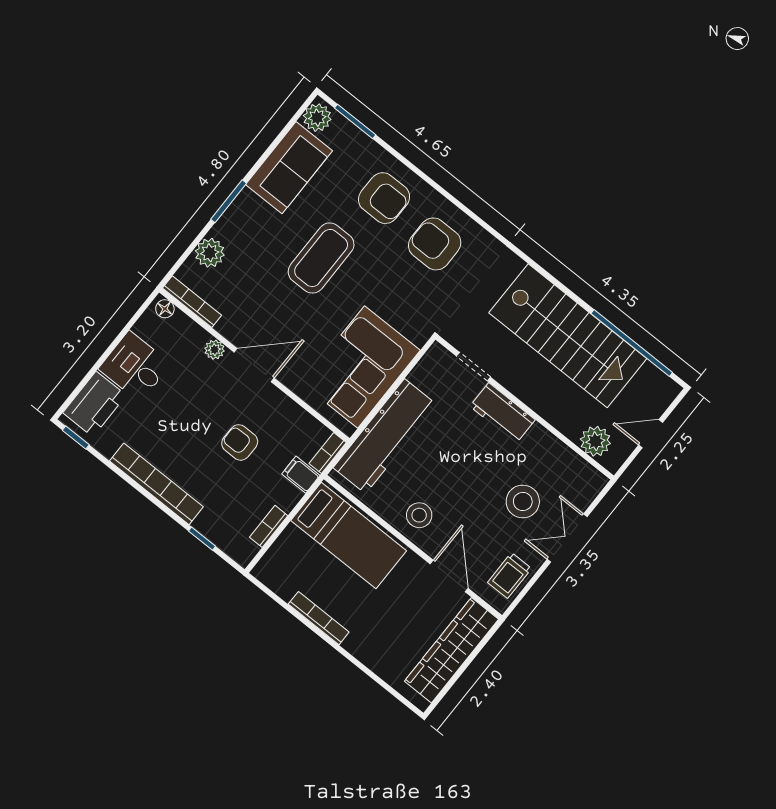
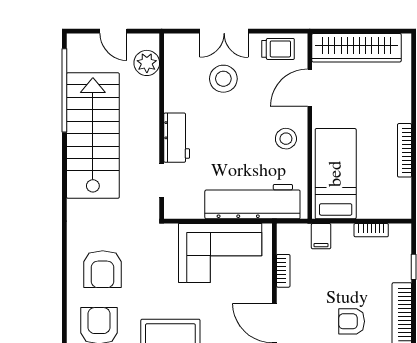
armchair: (240, 442) -> (352, 321), moved, turned 90
bookcase: (328, 453) -> (283, 271), moved, turned -90

